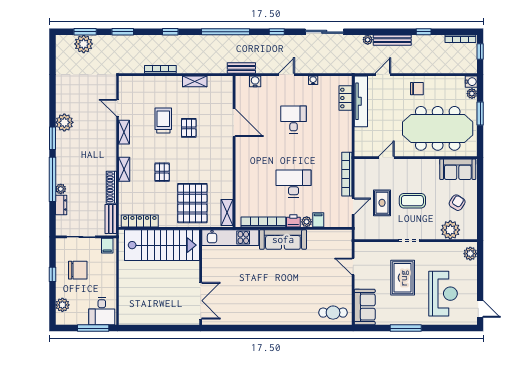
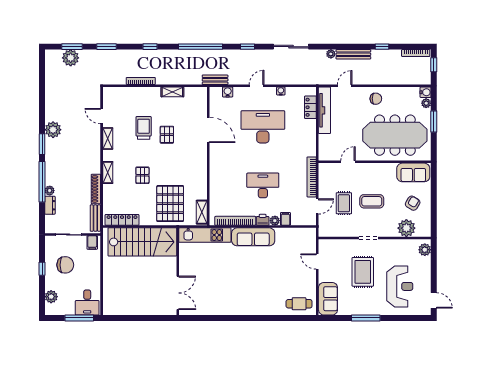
desk: (294, 119) -> (263, 127), width x1.87, depth x1.30

